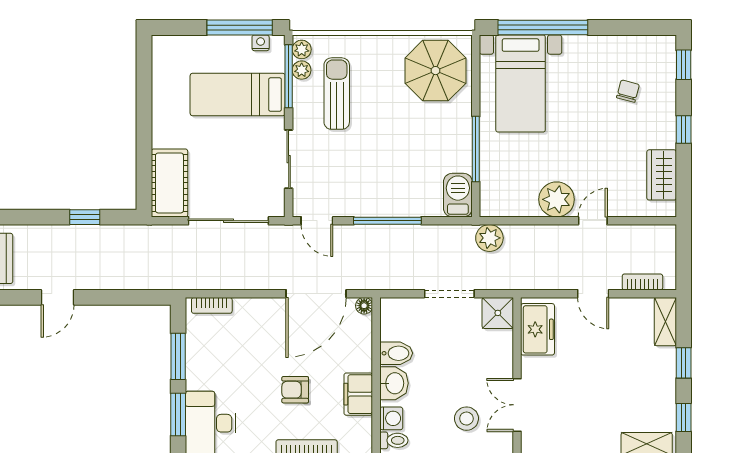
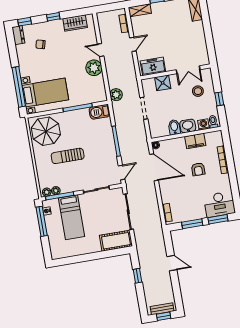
dresser: (656, 46) -> (18, 35), added
sun lounger: (337, 94) -> (68, 156), moved
door: (58, 297) -> (172, 263), moved
shower: (498, 313) -> (163, 83), moved

